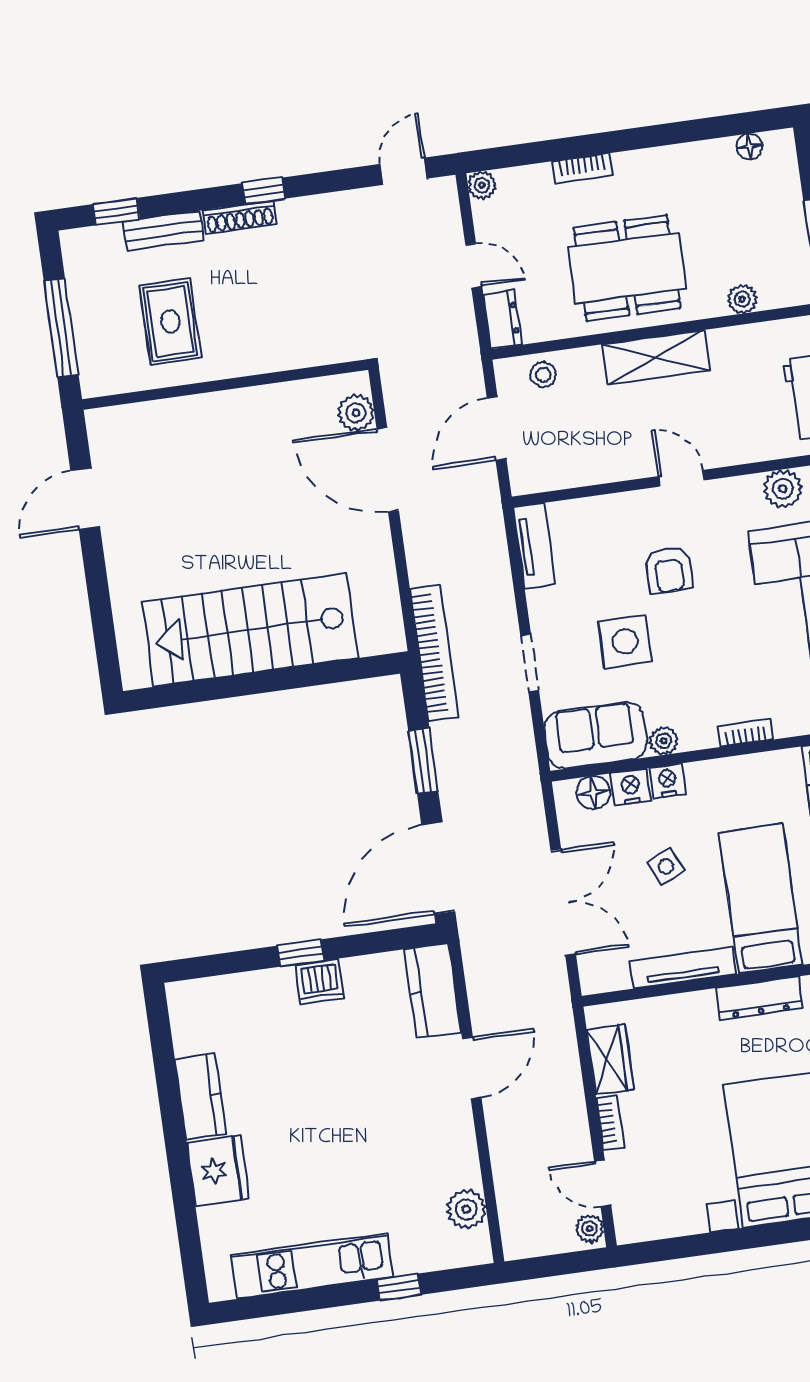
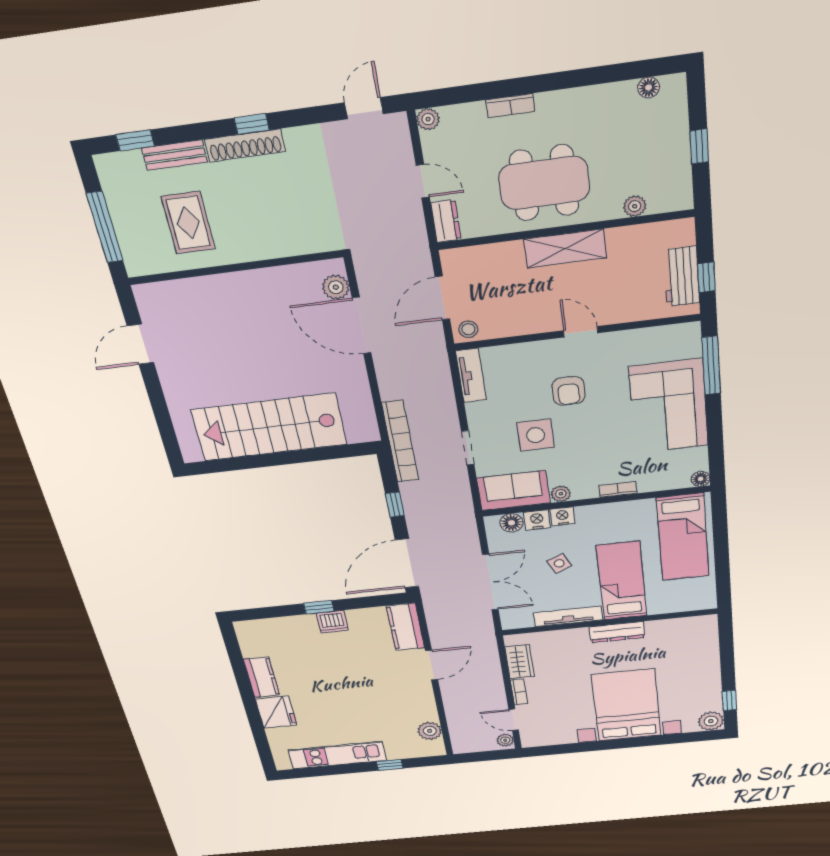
shoe rack: (240, 217) -> (245, 145), width x1.36, depth x1.24
stool: (543, 375) -> (468, 329), moved
plant: (783, 489) -> (656, 339), removed
window: (423, 761) -> (395, 504), width x0.67

